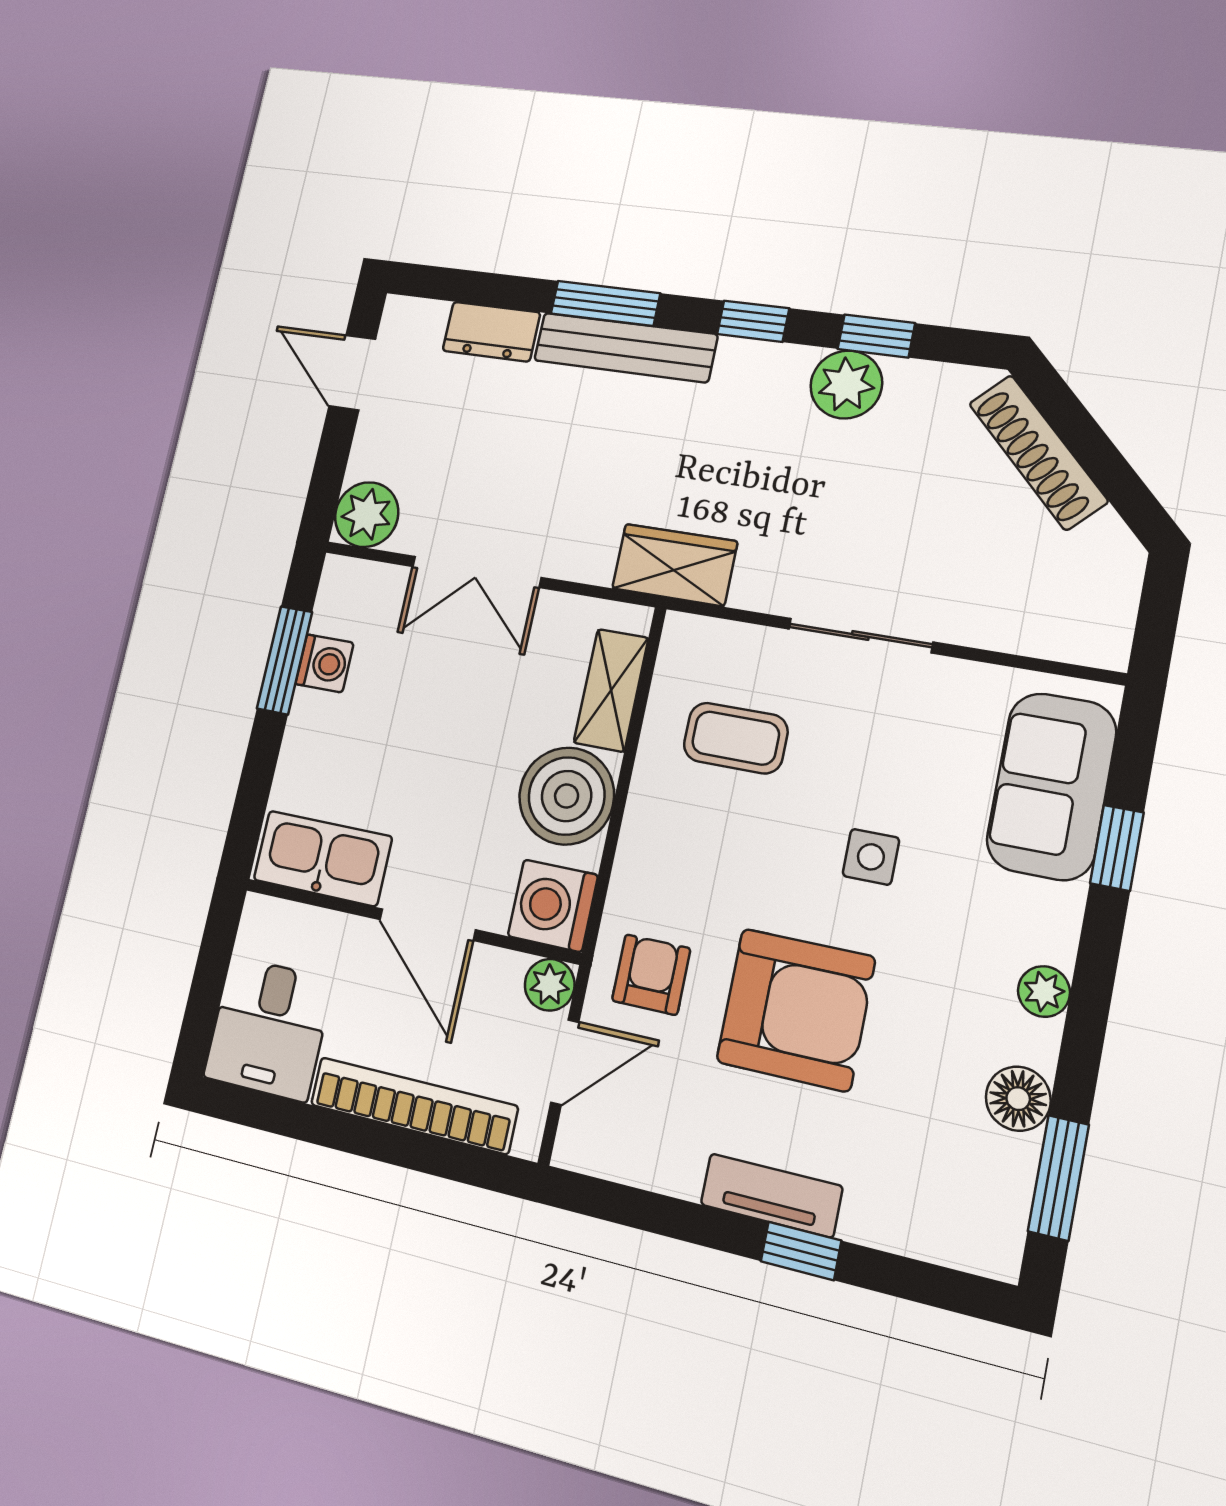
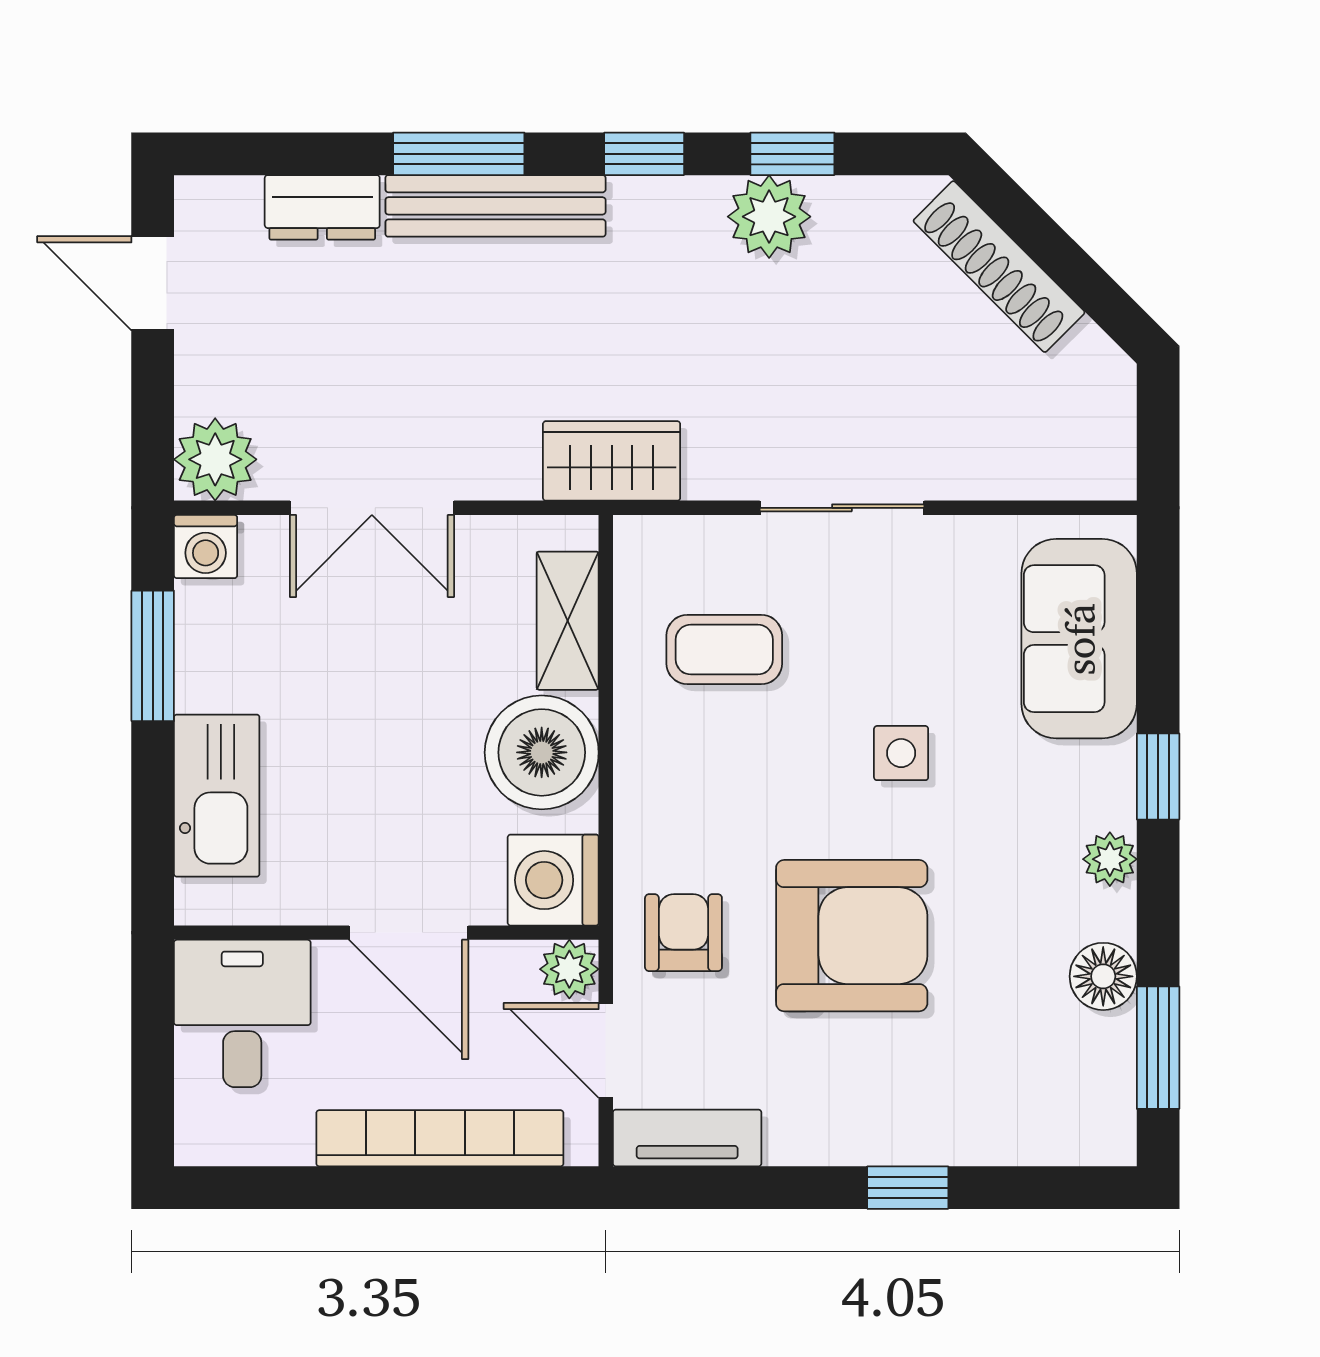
washing machine: (324, 663) -> (206, 547), moved, turned 90
window: (1117, 848) -> (1158, 776), moved
kitchen sink: (323, 858) -> (217, 796), moved, turned 90
desk: (269, 1028) -> (242, 1013), moved, turned 180
door: (565, 1062) -> (606, 1050), swing flipped
tv unit: (771, 1195) -> (687, 1138), moved

